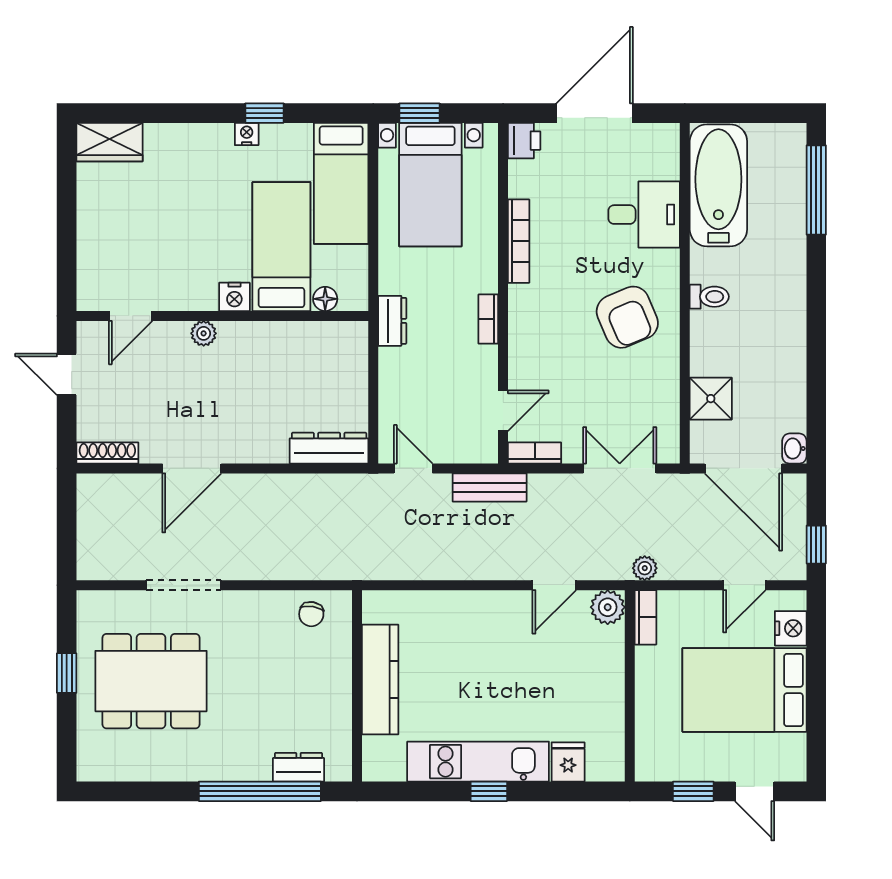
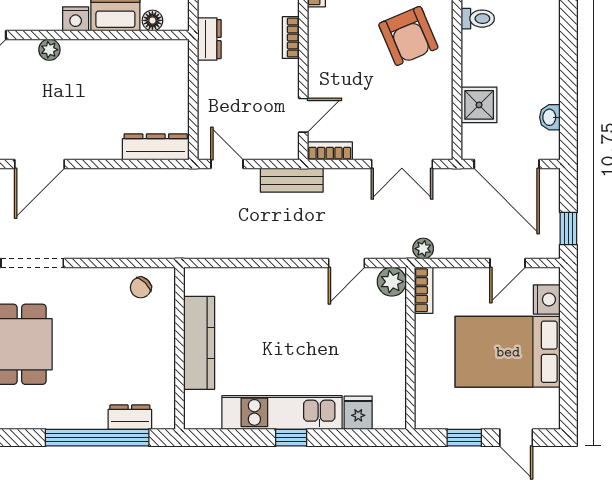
washbasin: (794, 449) -> (550, 117), moved
double door: (620, 468) -> (402, 164), swing flipped
chair: (311, 614) -> (141, 288), turned 36

